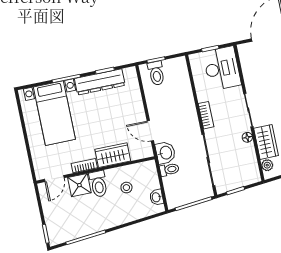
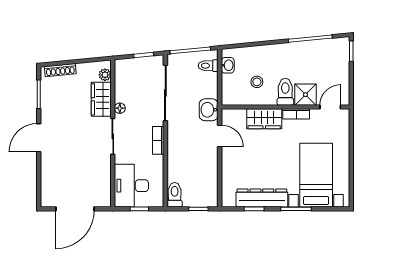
toilet: (156, 73) -> (175, 195), moved
toilet: (169, 170) -> (208, 66), moved

